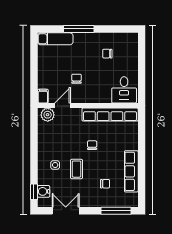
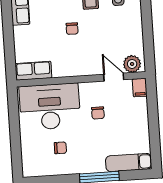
desk: (124, 90) -> (50, 107), width x1.87, depth x1.30
door: (62, 106) -> (114, 77), swing flipped
row of seats: (110, 115) -> (33, 71), width x0.50

